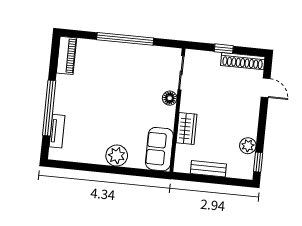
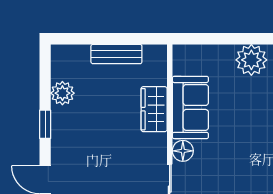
sofa: (159, 149) -> (190, 107), moved
window: (258, 162) -> (45, 124), moved

